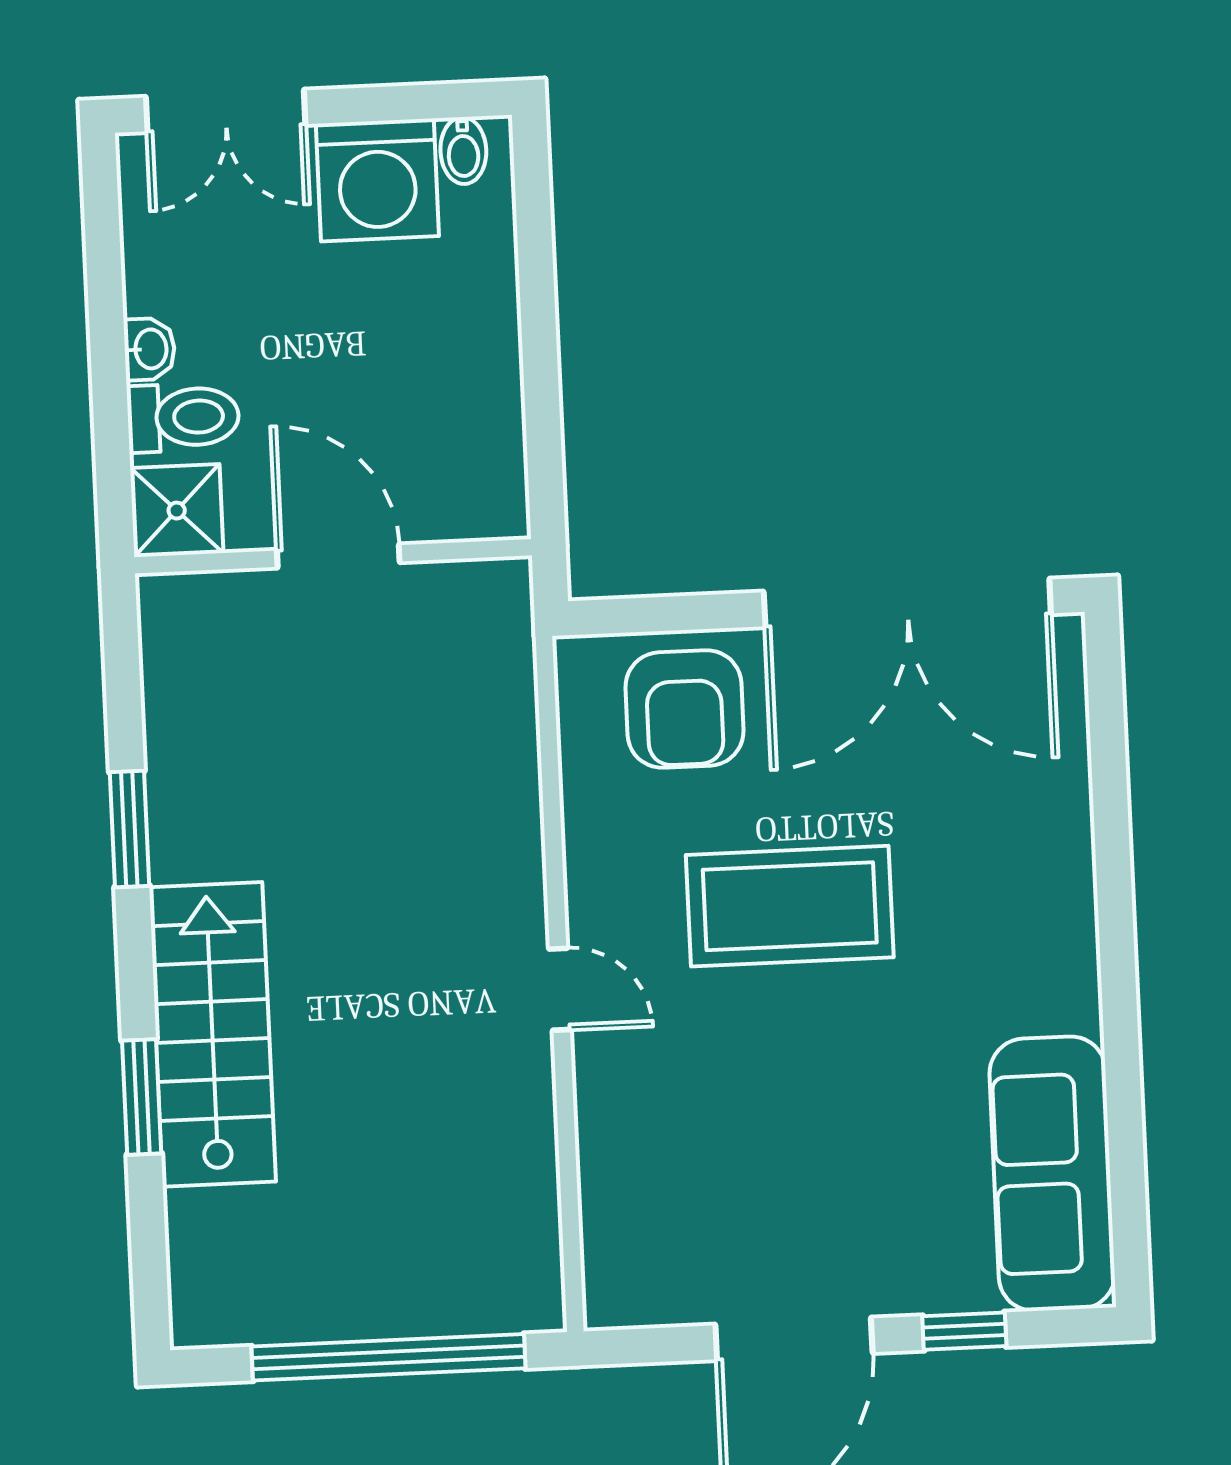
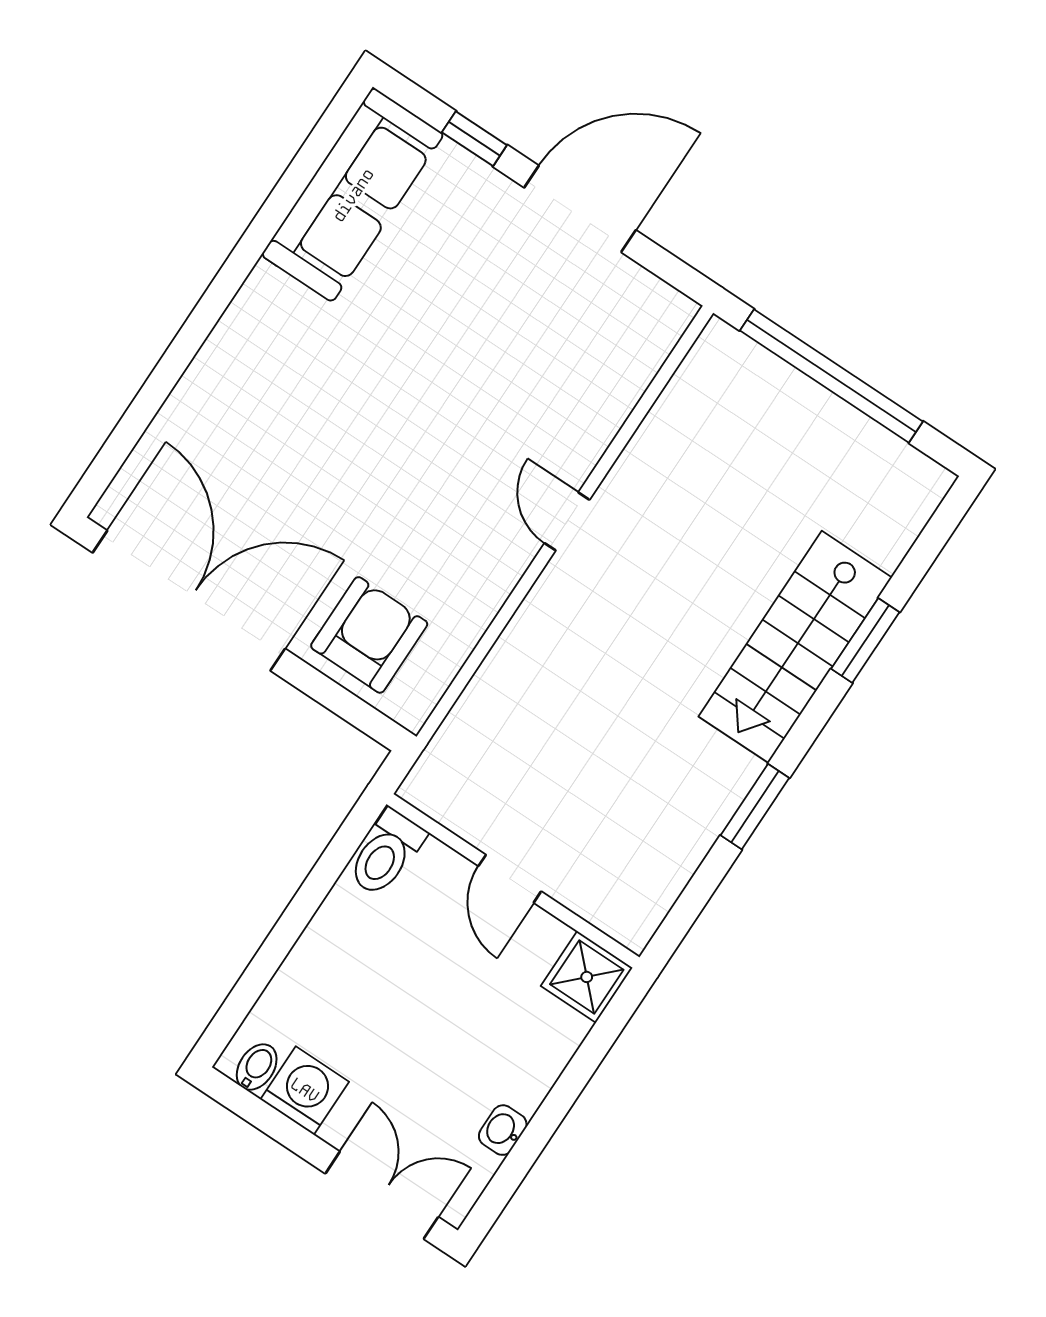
washing machine: (377, 180) -> (305, 1090), width x0.73, depth x0.73
washbasin: (149, 349) -> (503, 1130), moved
toilet: (183, 417) -> (386, 853), moved, turned -90
door: (338, 556) -> (510, 879), width x0.73
coffee table: (790, 906) -> (393, 470), removed

